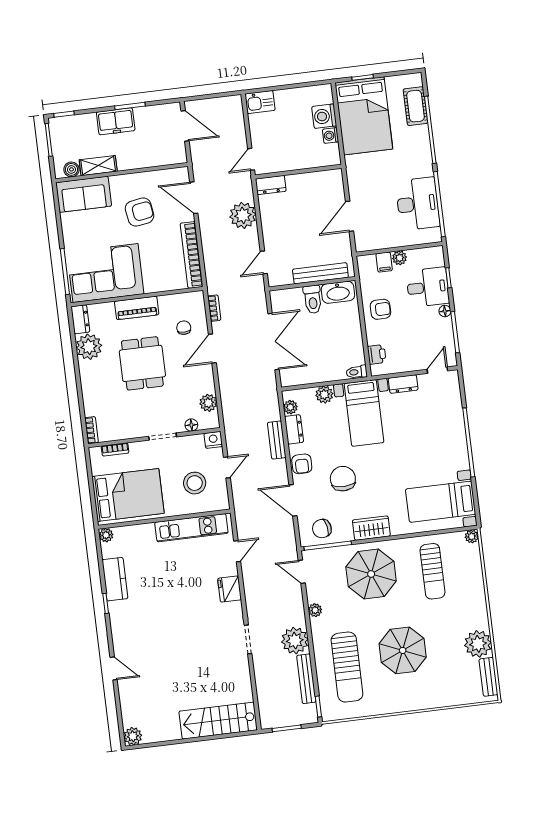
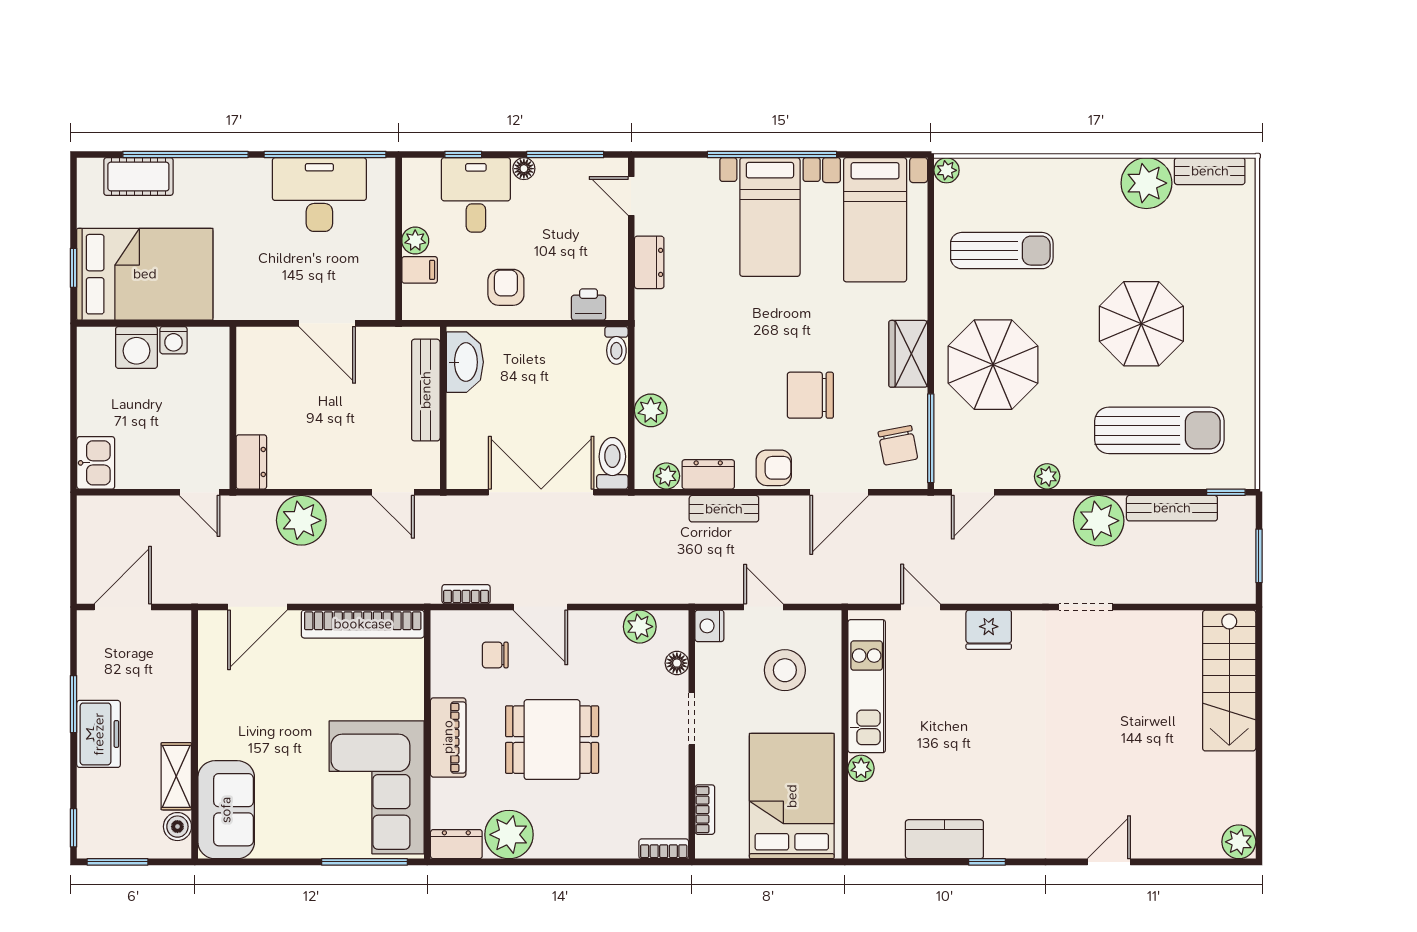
armchair: (140, 212) -> (272, 710), removed
toilet: (313, 299) -> (612, 463), moved, turned -90
bed with nightstands: (364, 413) -> (770, 217), moved, turned 90
plant: (106, 535) -> (861, 768), moved

